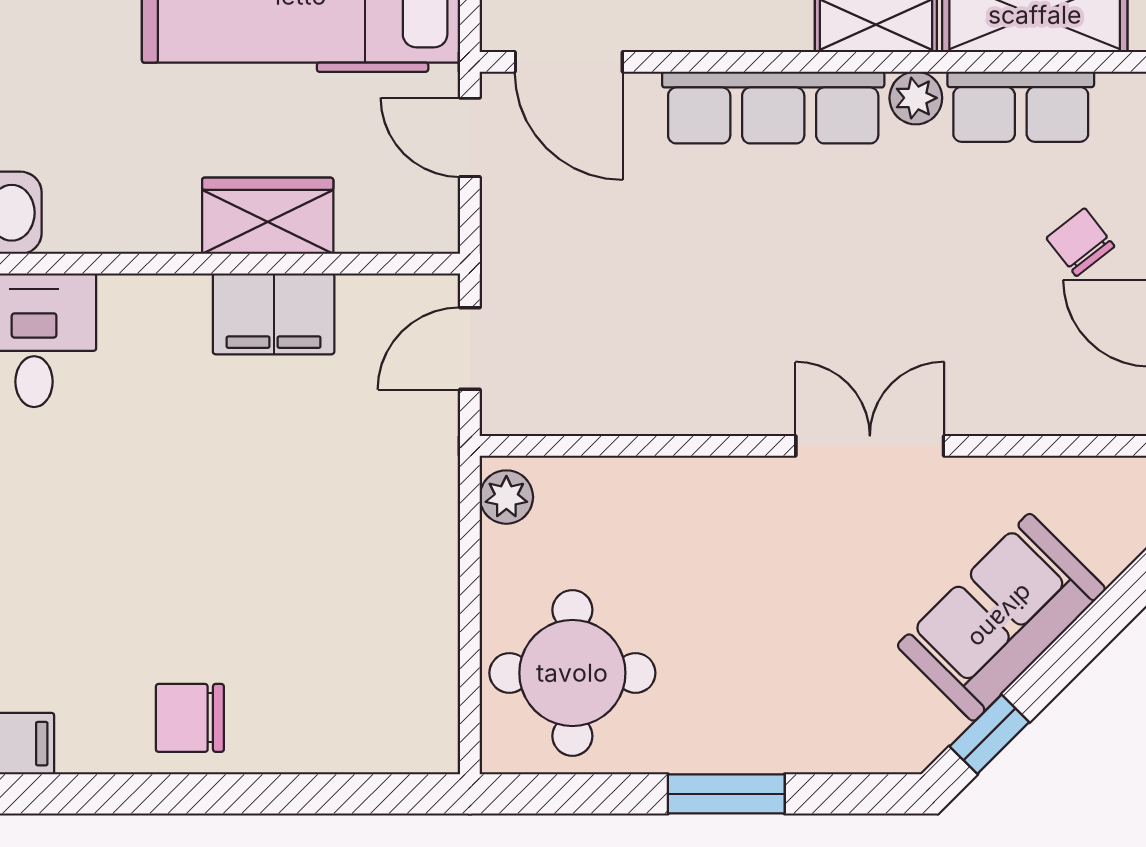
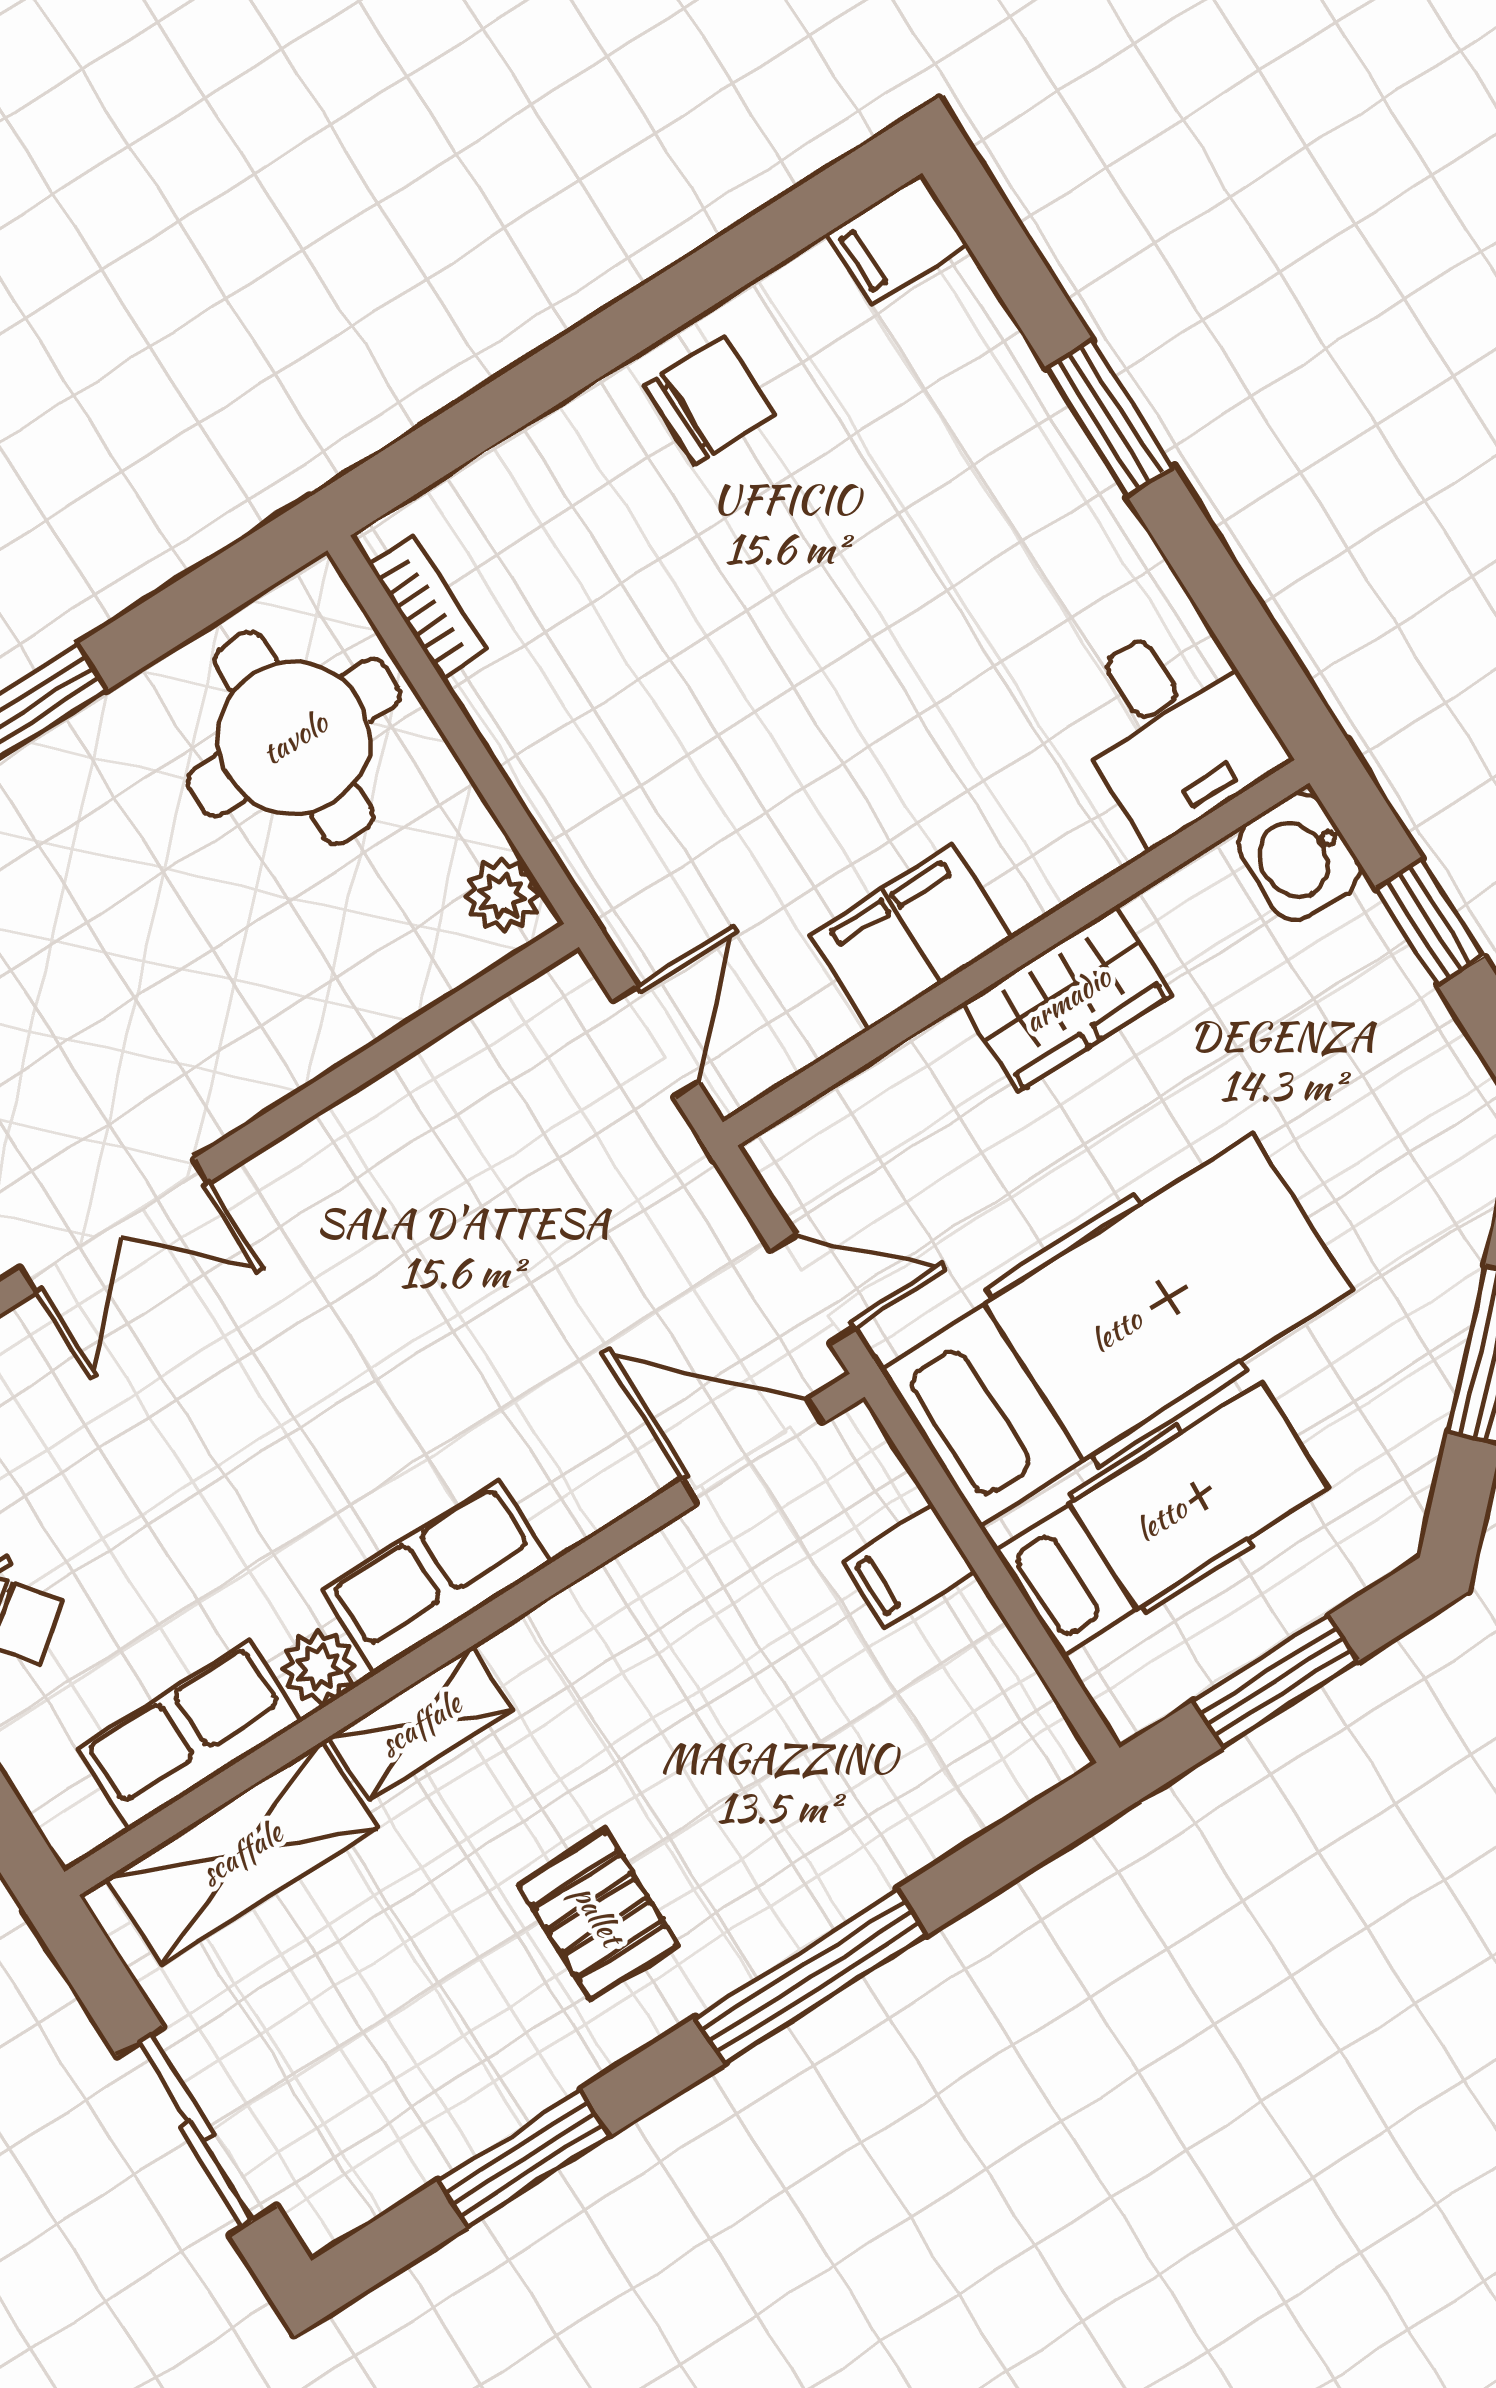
row of seats: (773, 108) -> (437, 1577), width x0.68
wardrobe: (268, 216) -> (1067, 999), moved
bookcase: (440, 701) -> (428, 607), added

